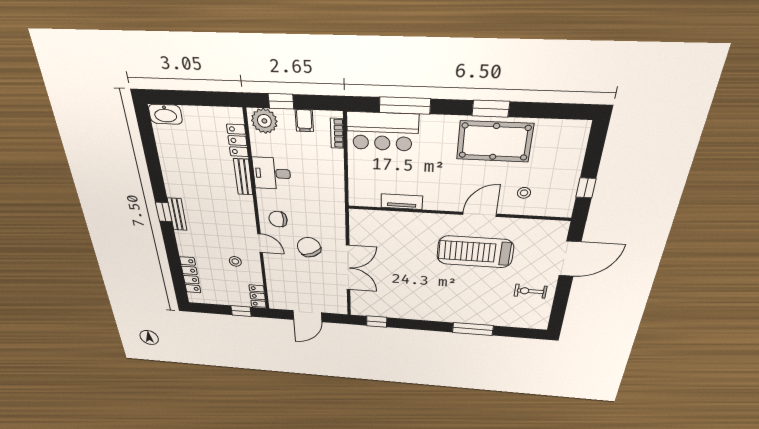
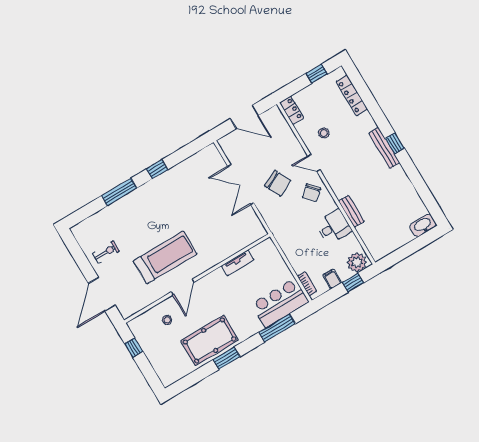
locker: (237, 141) -> (368, 237), removed
bench: (177, 214) -> (384, 148), width x1.36
chair: (278, 219) -> (311, 193), turned 139
window: (241, 311) -> (317, 74), moved
door: (307, 316) -> (244, 117), swing flipped
window: (377, 322) -> (157, 169), moved

